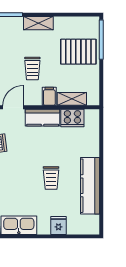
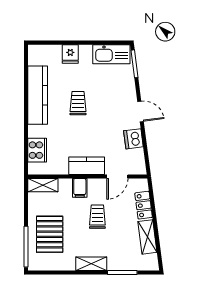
pallet: (78, 52) -> (50, 234), turned 90
shelving: (72, 99) -> (43, 185), moved
cooker: (72, 118) -> (37, 150), moved, turned 90

